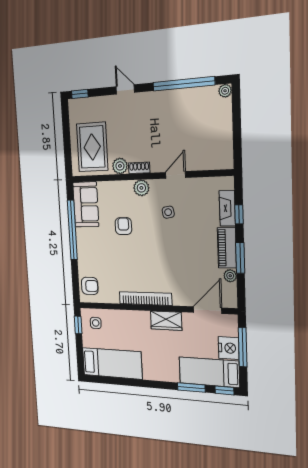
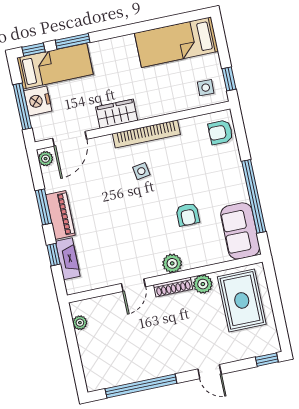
plant: (225, 91) -> (80, 323), moved
shoe rack: (139, 168) -> (173, 287), width x1.43
side table: (168, 212) -> (141, 171), moved
plant: (230, 276) -> (46, 159), moved

